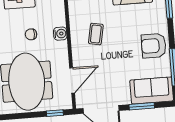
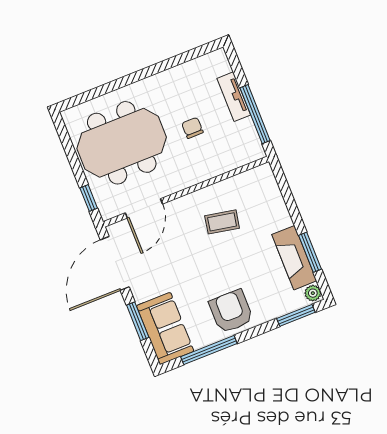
water cooler: (60, 34) -> (207, 170), removed
door: (72, 80) -> (144, 208), hinge flipped

